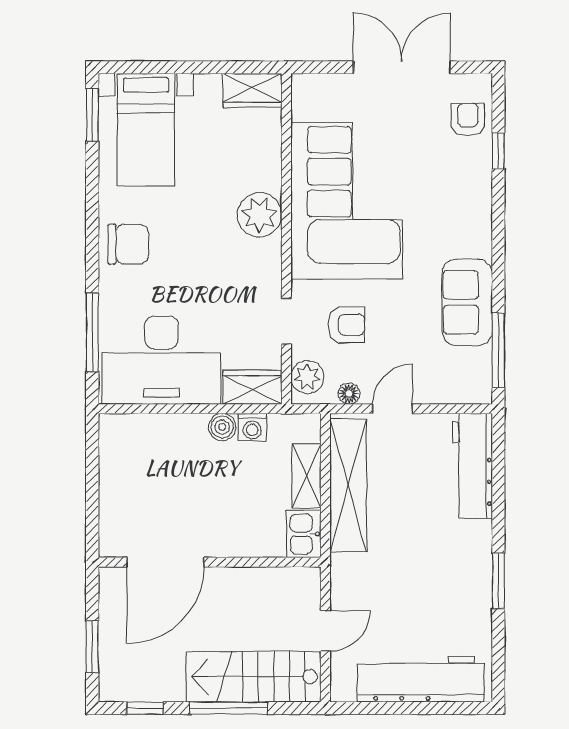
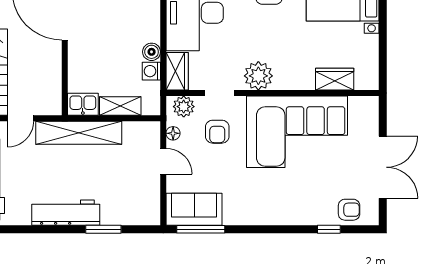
wardrobe: (252, 90) -> (335, 79), moved, turned 90
plant: (259, 215) -> (258, 76), moved
sofa: (467, 302) -> (194, 209), moved
workbench: (473, 466) -> (66, 213), moved
shelving: (348, 485) -> (79, 133), moved
window: (498, 581) -> (103, 229), moved
door: (325, 631) -> (21, 118), hinge flipped

